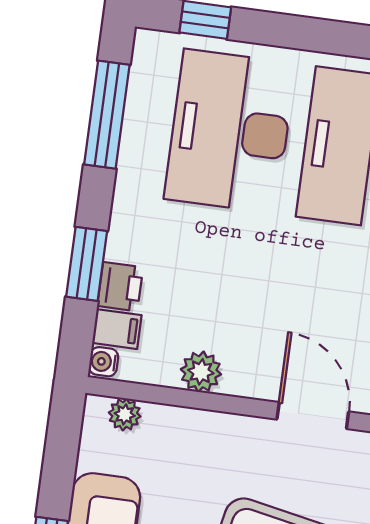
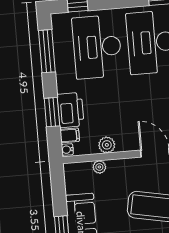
printer: (120, 287) -> (71, 110), width x1.87, depth x1.48
plant: (125, 414) -> (99, 167), moved

